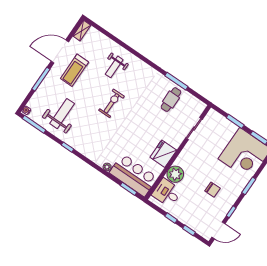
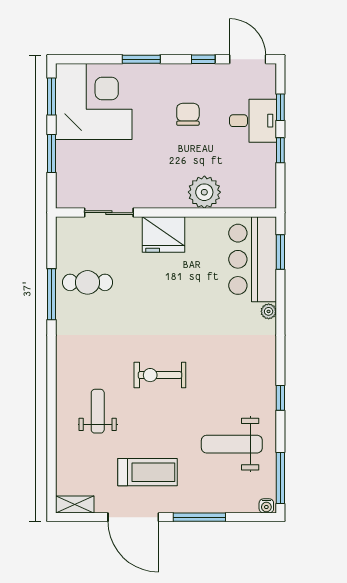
weight bench: (114, 67) -> (98, 411), turned -90
fridge: (163, 154) -> (163, 234), moved
desk: (167, 193) -> (253, 121), moved, turned -90

